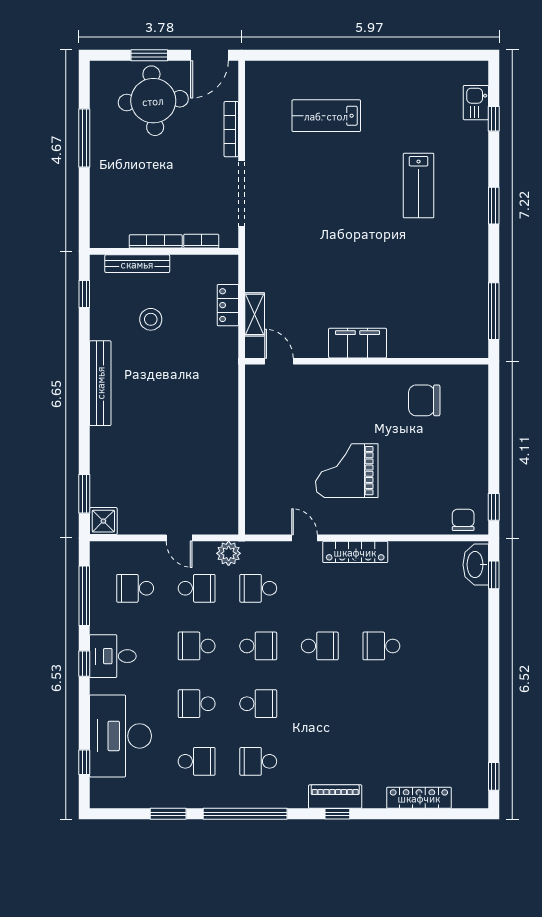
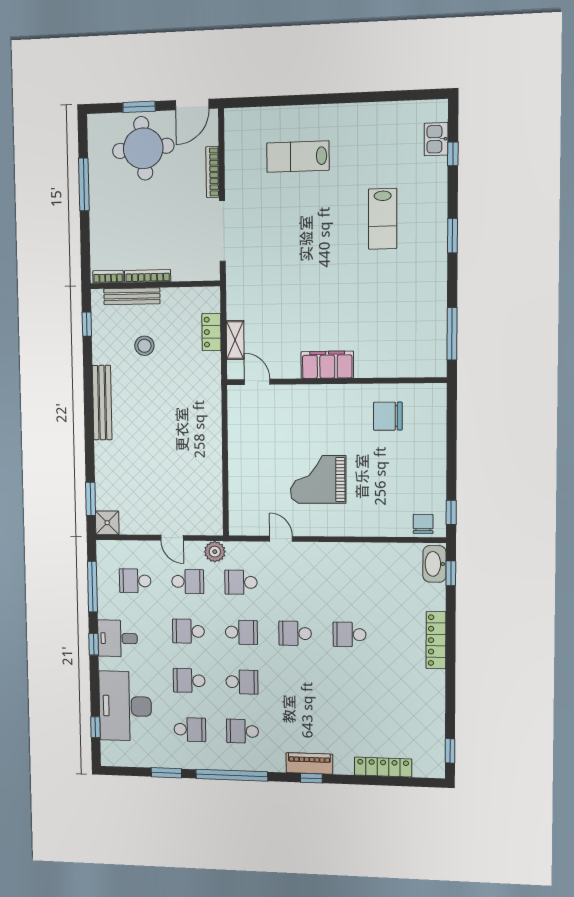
bookcase: (201, 241) -> (108, 277), moved
locker: (355, 552) -> (436, 640), moved, turned 90
school desk: (320, 646) -> (295, 633), turned 180

